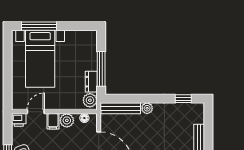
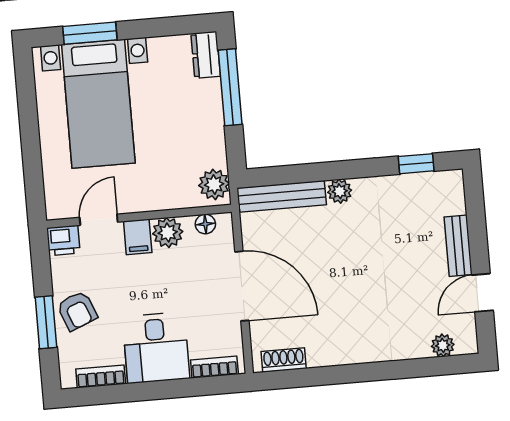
window: (39, 26) -> (90, 33), width x0.69
window: (101, 69) -> (230, 87), moved
dresser: (91, 82) -> (206, 55), moved

